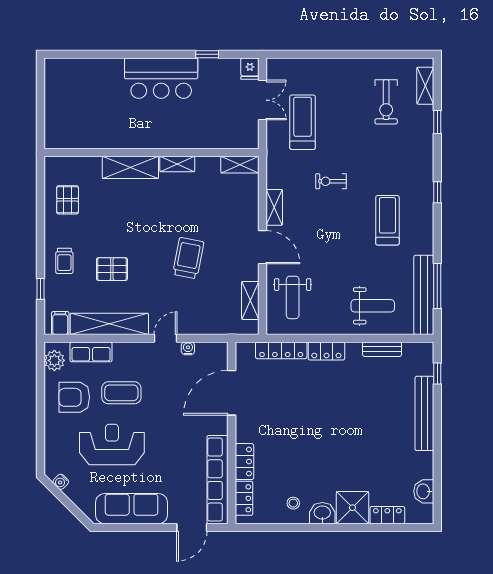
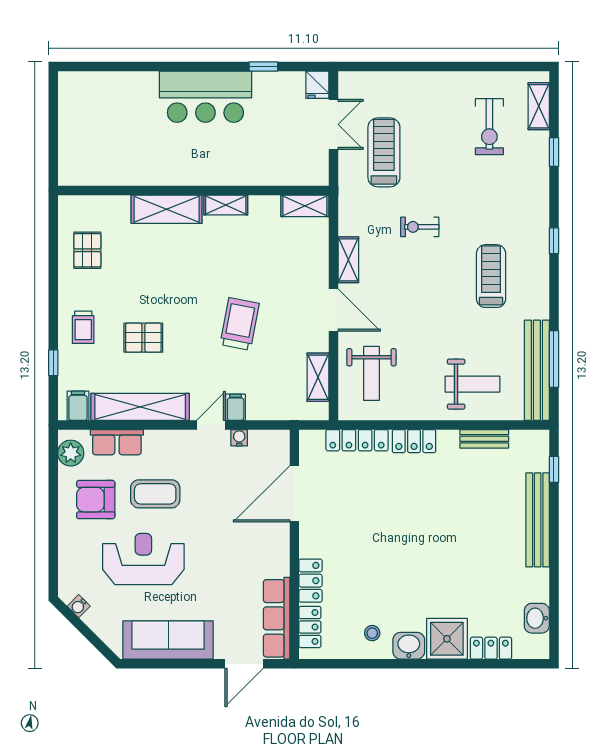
filing cabinet: (185, 324) -> (236, 407), added
row of seats: (217, 480) -> (277, 618), width x0.73

